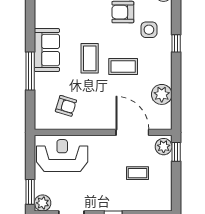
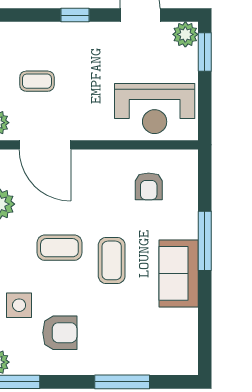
armchair: (66, 106) -> (149, 186), turned -107

